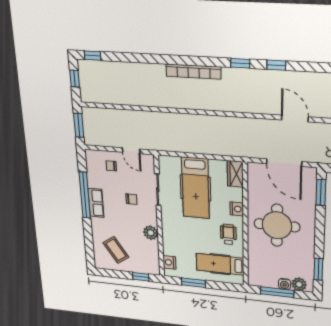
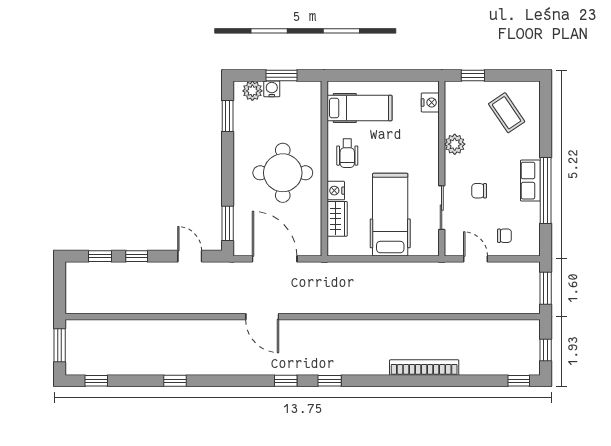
bookcase: (193, 72) -> (424, 368), moved
wardrobe: (235, 174) -> (337, 219), moved
window: (194, 283) -> (397, 76), removed
window: (277, 292) -> (282, 76), width x0.69

